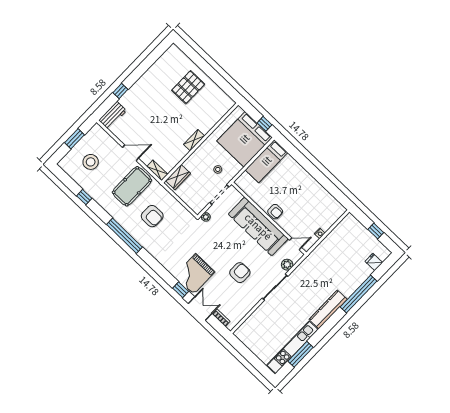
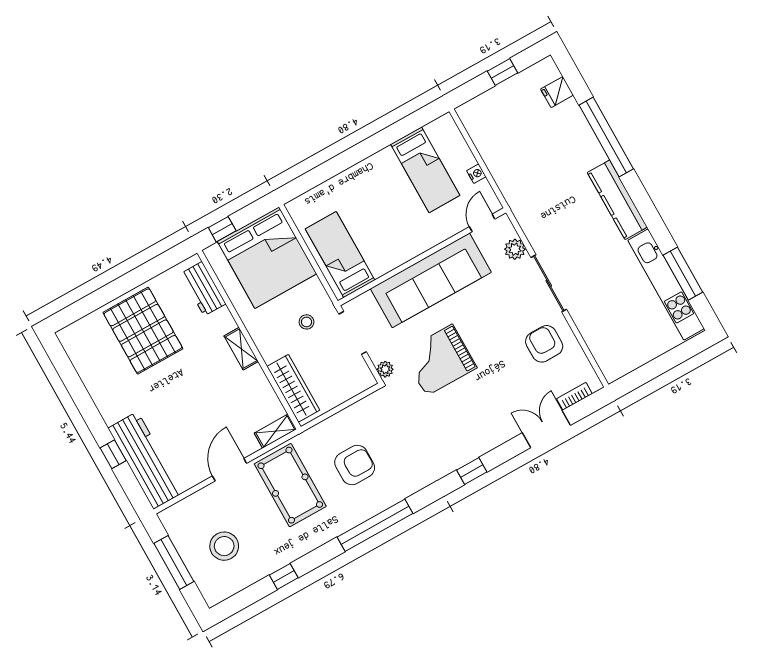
pallet: (188, 87) -> (143, 331), width x1.37, depth x1.41
workbench: (219, 112) -> (203, 289), added
workbench: (113, 115) -> (146, 460), width x1.88, depth x1.32
window: (264, 124) -> (222, 229), moved
window: (75, 139) -> (174, 562), width x1.44
bed: (267, 161) -> (340, 255), moved, turned 180
wardrobe: (178, 177) -> (293, 388), width x1.50
bed: (314, 207) -> (425, 170), added
armchair: (275, 212) -> (413, 242), removed
armchair: (240, 273) -> (544, 344), moved
grand piano: (195, 274) -> (439, 360), moved, turned 90
window: (181, 290) -> (472, 471), moved

